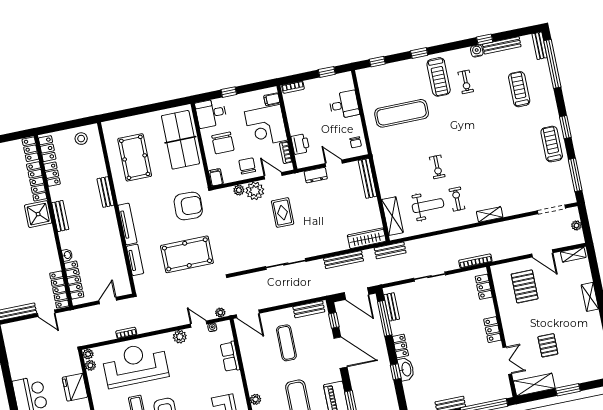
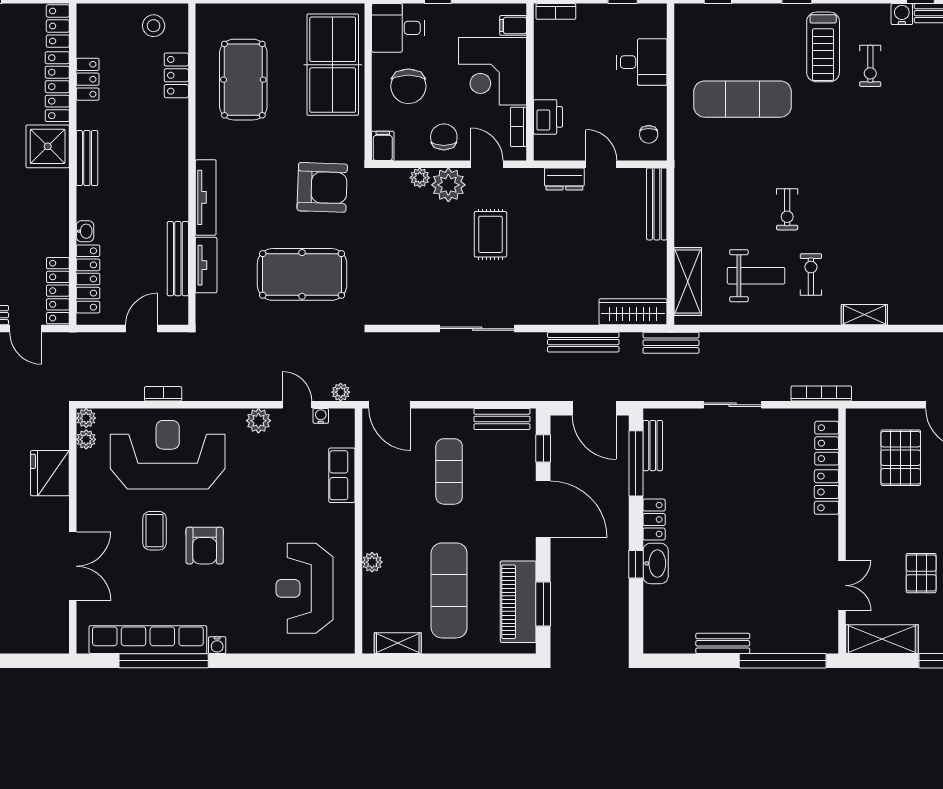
locker: (47, 149) -> (176, 75), moved, turned 180
bench: (106, 192) -> (178, 259), moved, width x1.36
locker: (492, 330) -> (826, 492), moved

